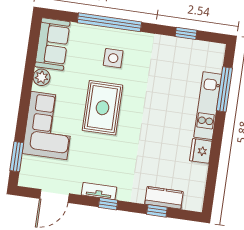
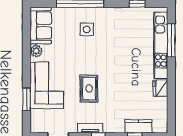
kitchen unit: (208, 106) -> (161, 45), width x1.36
rug: (102, 108) -> (89, 89), moved, width x0.73, depth x0.70
window: (17, 157) -> (27, 99), moved

